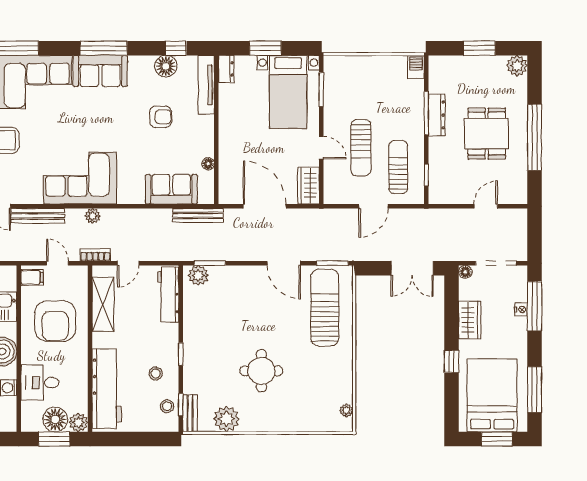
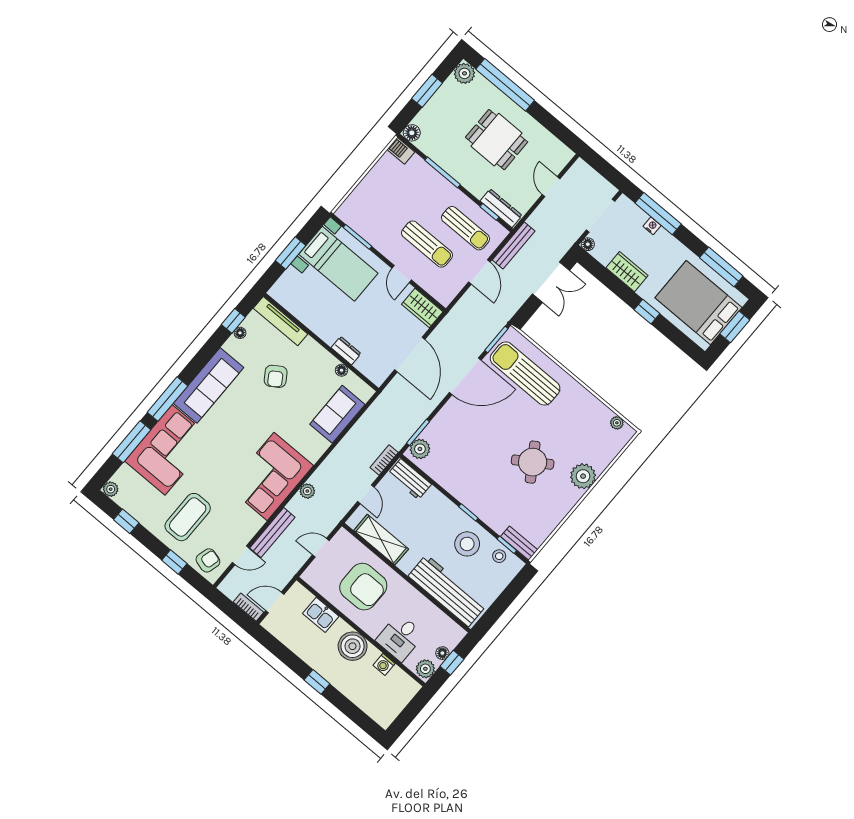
window: (104, 48) -> (168, 399), moved
floor lamp: (437, 64) -> (412, 133), added
floor lamp: (166, 66) -> (240, 333), width x0.53, depth x0.53
dresser: (226, 69) -> (346, 351), moved
sofa: (100, 71) -> (209, 385), width x1.36
dresser: (437, 115) -> (501, 208), moved
armchair: (161, 117) -> (276, 376), turned 147
window: (535, 137) -> (505, 85), moved
door: (321, 148) -> (402, 274), swing flipped
sun lounger: (398, 167) -> (465, 228), turned 180
door: (265, 206) -> (410, 355), swing flipped
bench: (198, 215) -> (514, 245), moved
bookcase: (95, 255) -> (384, 460), moved
door: (284, 263) -> (465, 376), width x1.36
filing cabinet: (32, 277) -> (315, 576), removed
workbench: (168, 295) -> (410, 479), width x0.73
round table: (261, 371) -> (533, 462), turned -33
stool: (156, 374) -> (467, 544), width x1.89, depth x1.89
floor lamp: (55, 419) -> (442, 653), width x0.53, depth x0.53
plant: (226, 419) -> (583, 476), moved
plant: (78, 422) -> (425, 669), moved
window: (54, 439) -> (452, 663), width x0.67

